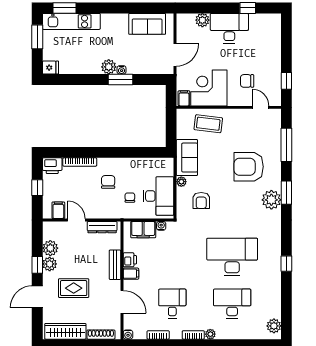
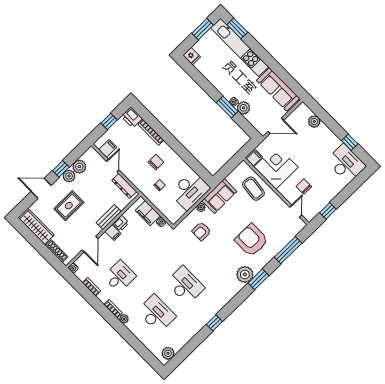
kitchen unit: (71, 21) -> (240, 47), width x1.36
sofa: (147, 24) -> (278, 89), width x1.36
desk: (229, 28) -> (346, 164), moved
plant: (109, 67) -> (243, 108), moved
desk: (159, 196) -> (190, 190), moved
desk: (232, 257) -> (185, 285), width x0.73, depth x0.77
rug: (74, 288) -> (69, 206), turned 90

